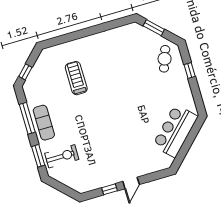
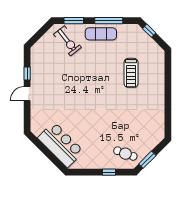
window: (154, 28) -> (147, 160), moved
treadmill: (76, 78) -> (131, 73), turned 90
exercise bike: (62, 156) -> (67, 41), turned -38
door: (131, 183) -> (27, 94), hinge flipped

